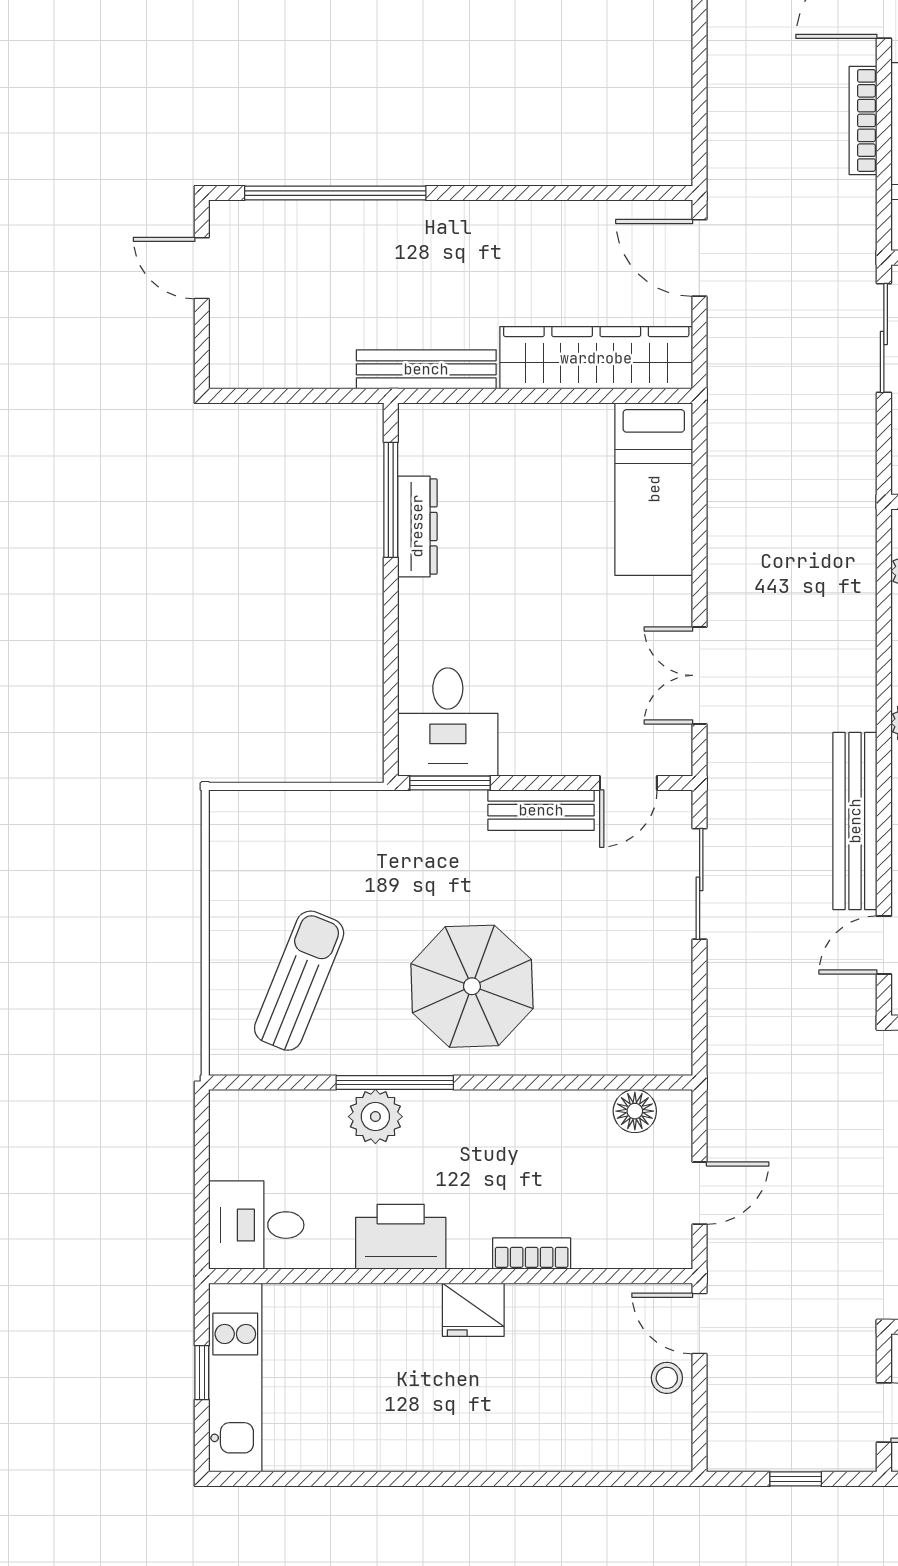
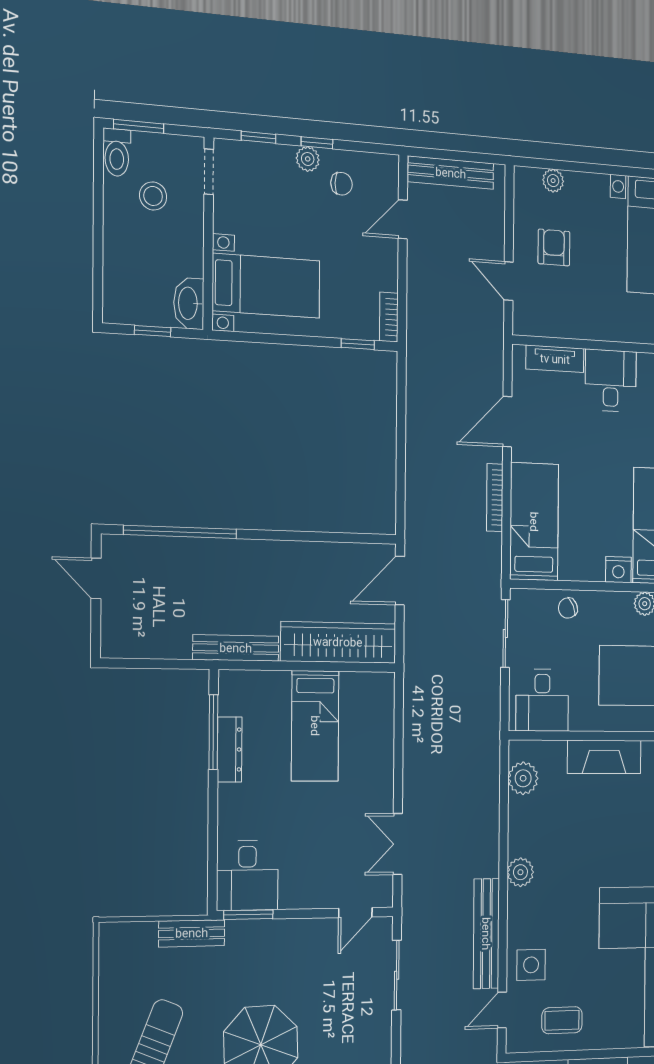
door: (700, 258) -> (400, 581), hinge flipped
bed: (654, 489) -> (315, 726), moved
bench: (541, 810) -> (192, 933), moved

